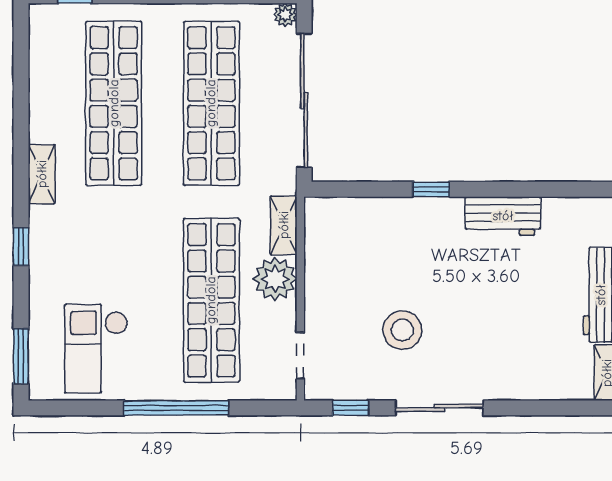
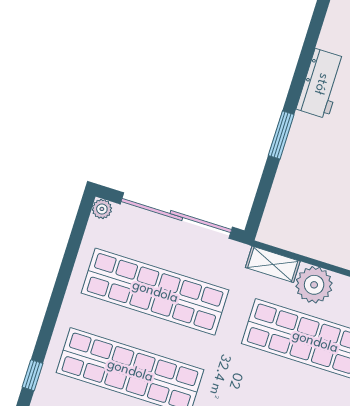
window: (431, 189) -> (281, 135), width x1.50

